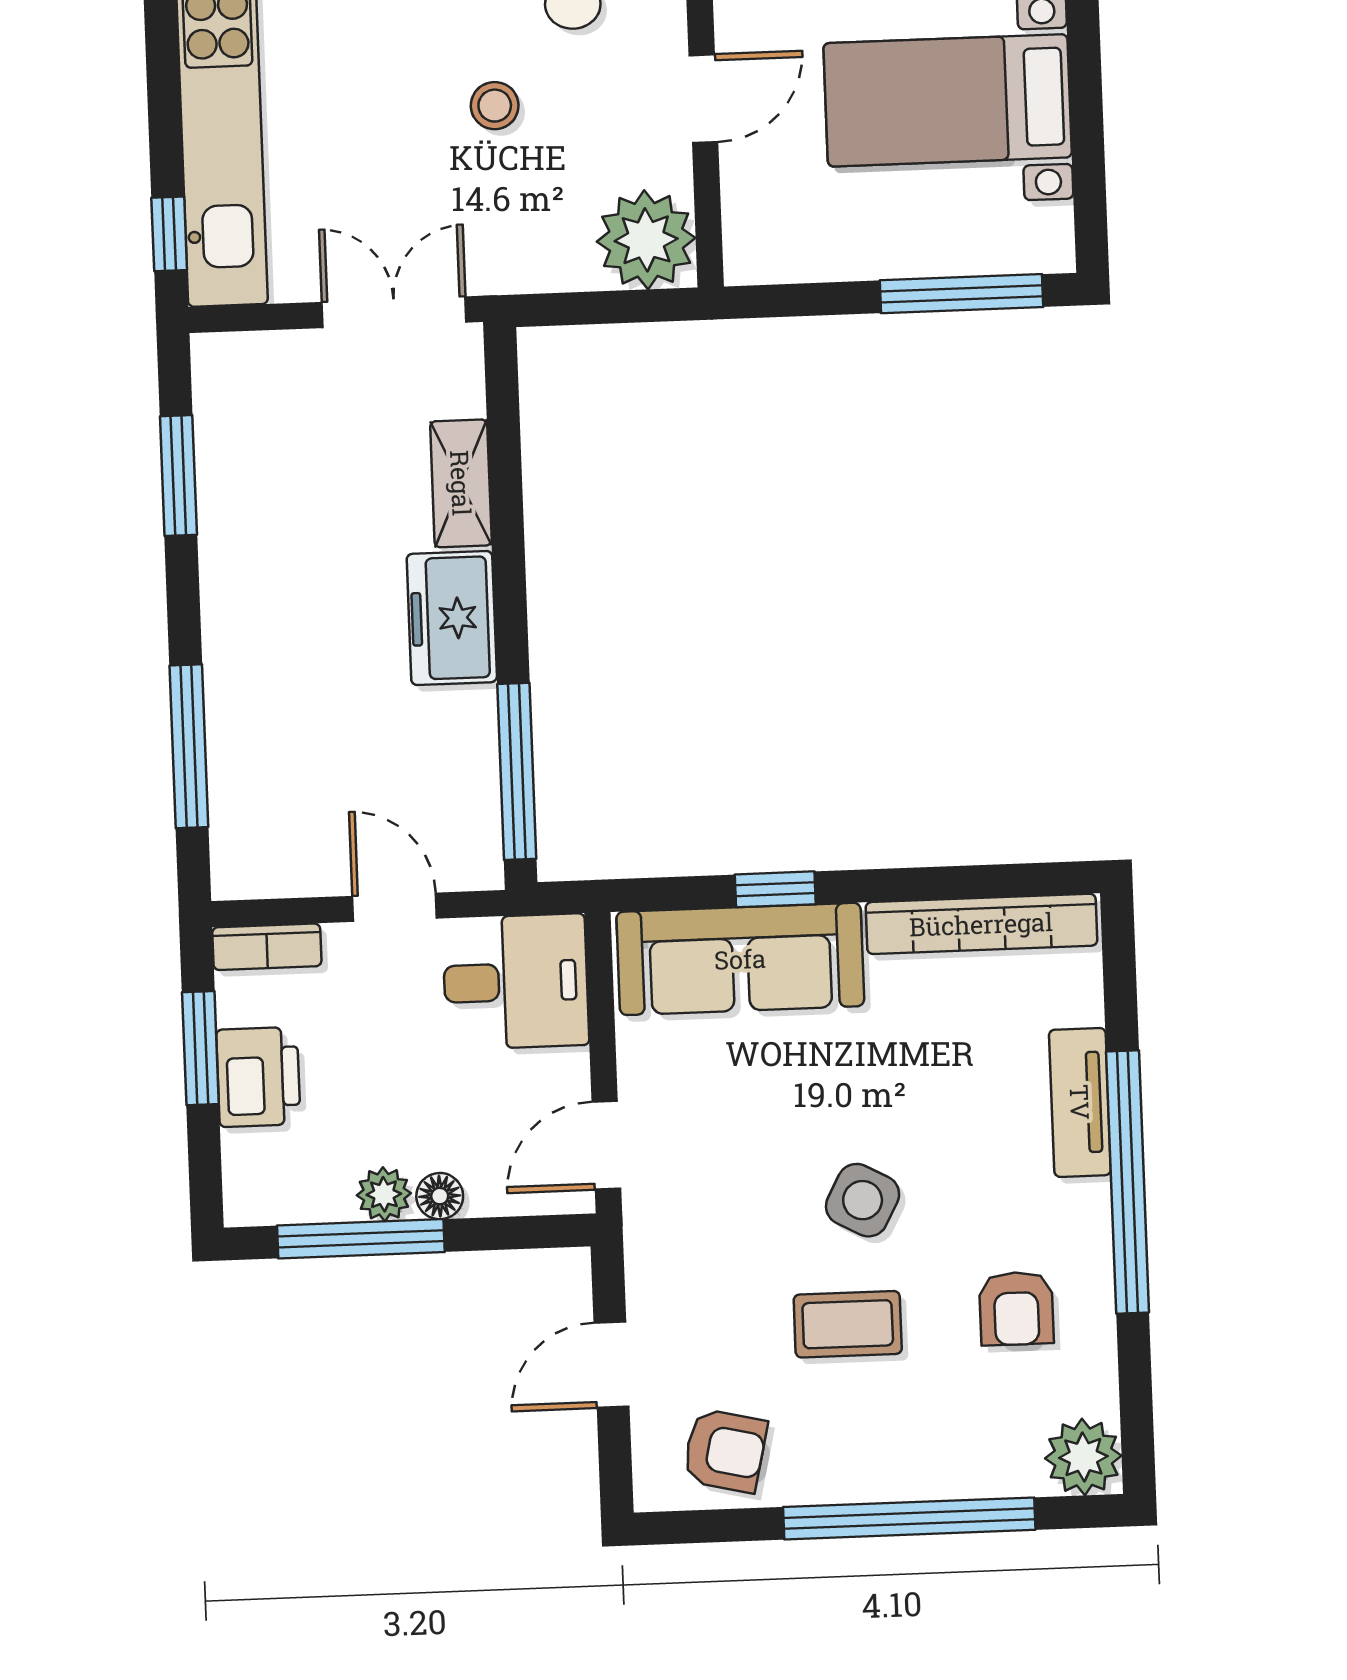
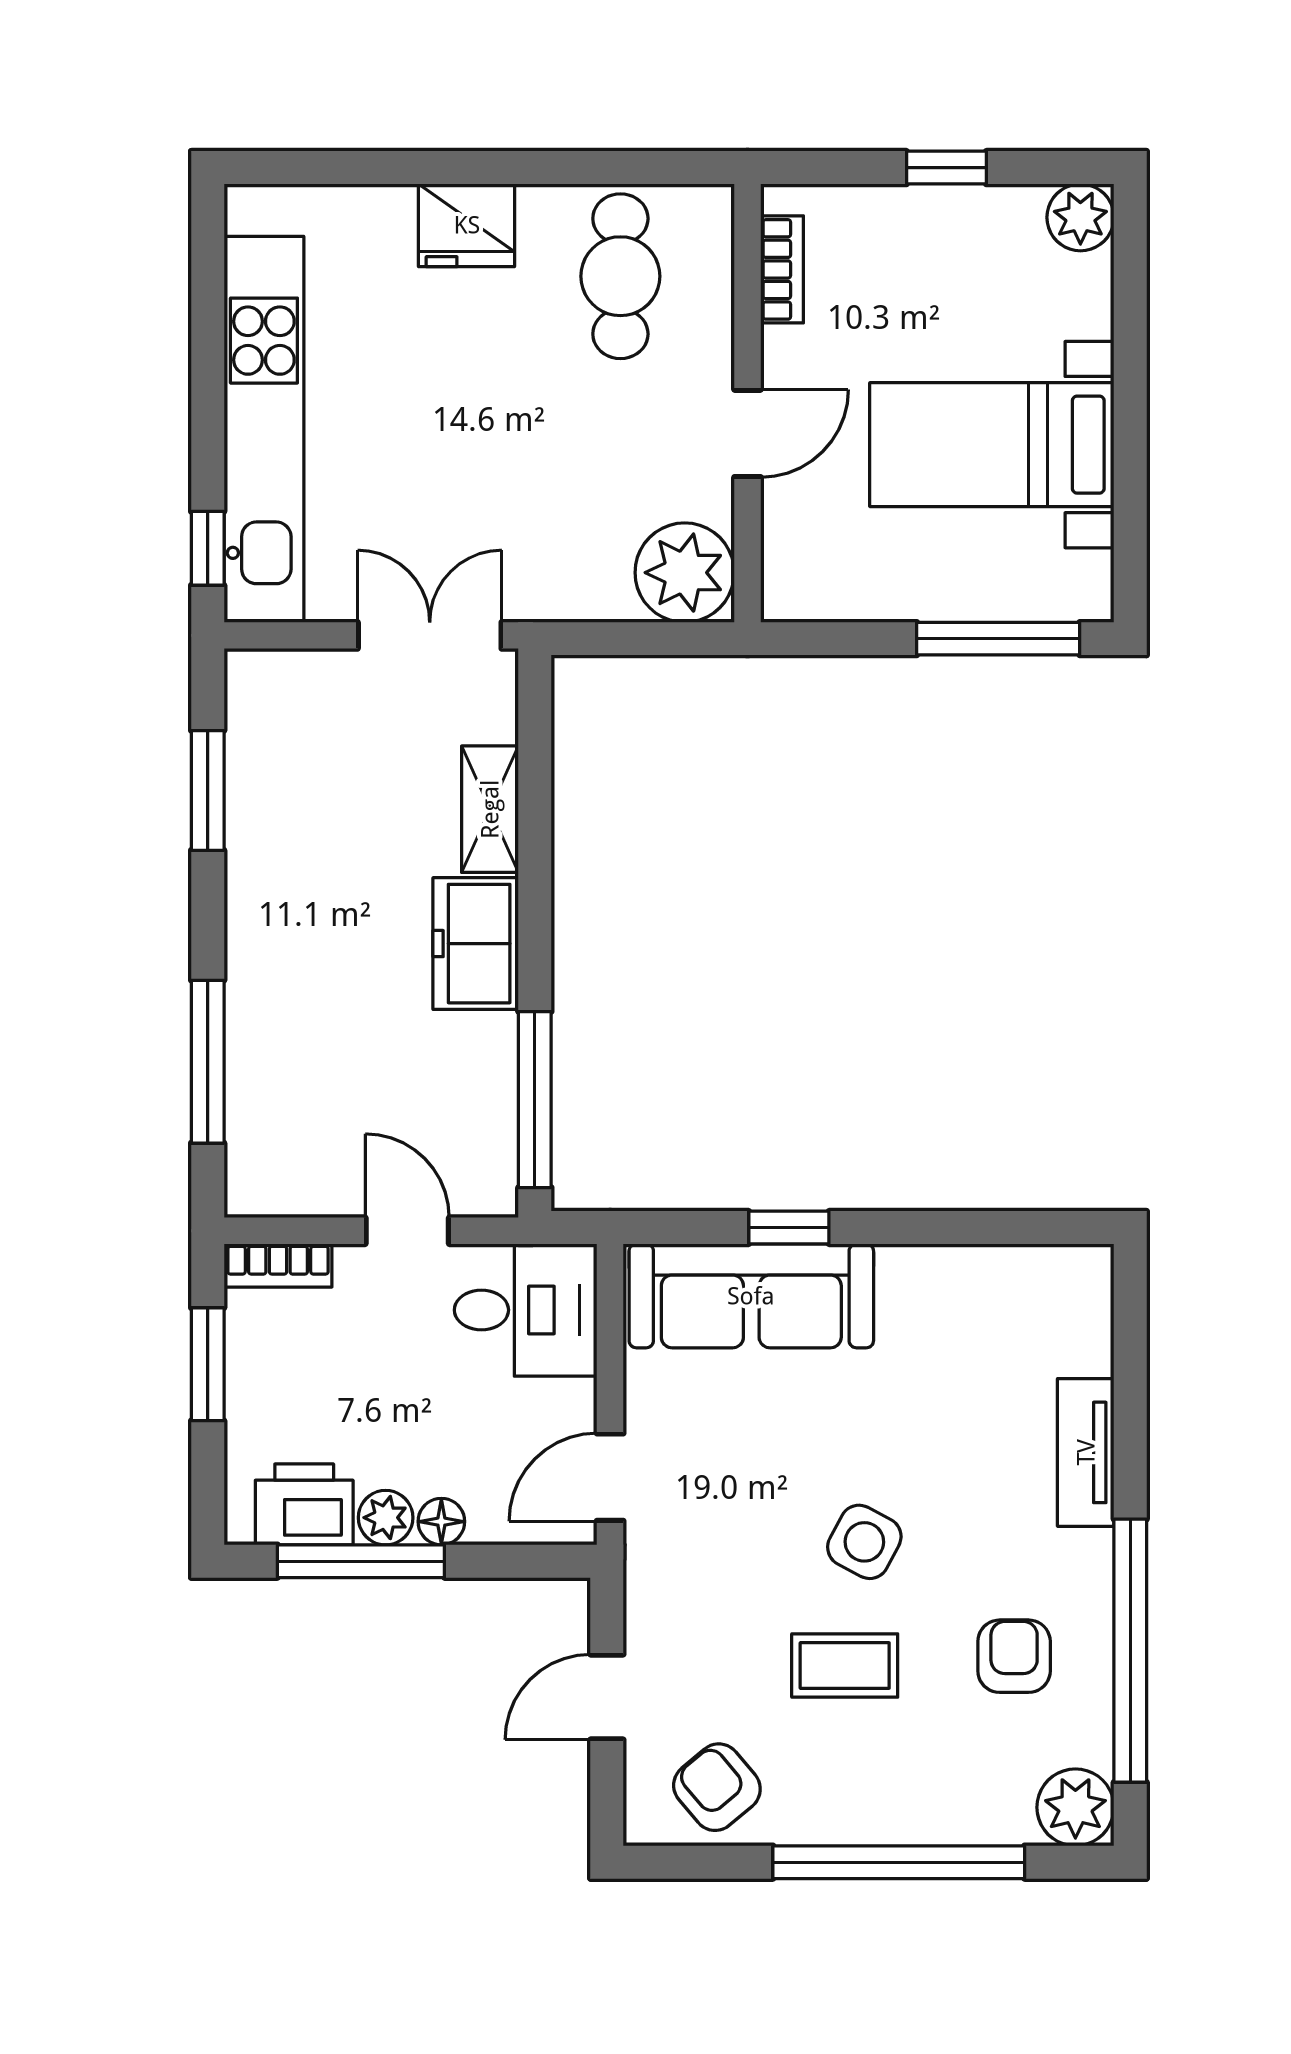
stool: (495, 106) -> (538, 432), removed
bookcase: (981, 924) -> (994, 1270), removed
printer: (258, 1077) -> (304, 1504), moved, turned -90
window: (1128, 1182) -> (1130, 1651), moved
armchair: (1016, 1308) -> (1014, 1656), turned 180
armchair: (725, 1451) -> (717, 1787), turned -143

